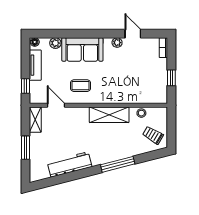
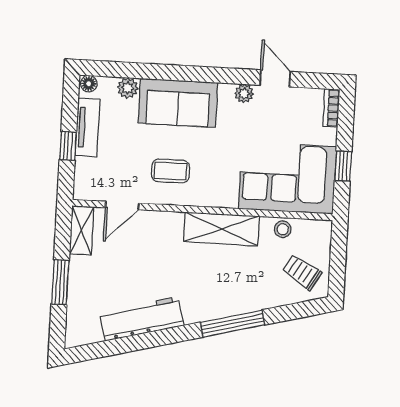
window: (26, 86) -> (68, 146), moved
corner sofa: (142, 86) -> (287, 178), added
door: (56, 105) -> (122, 205), swing flipped

